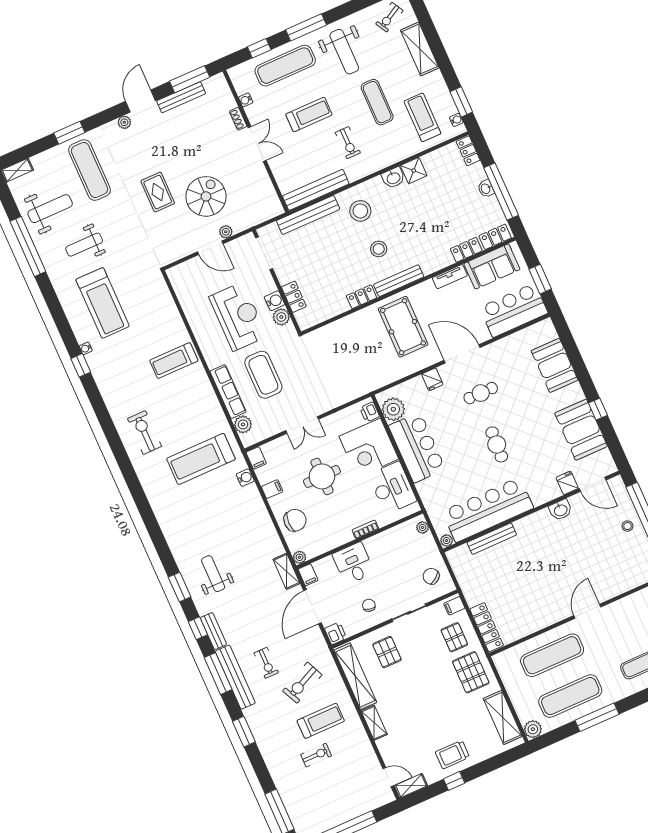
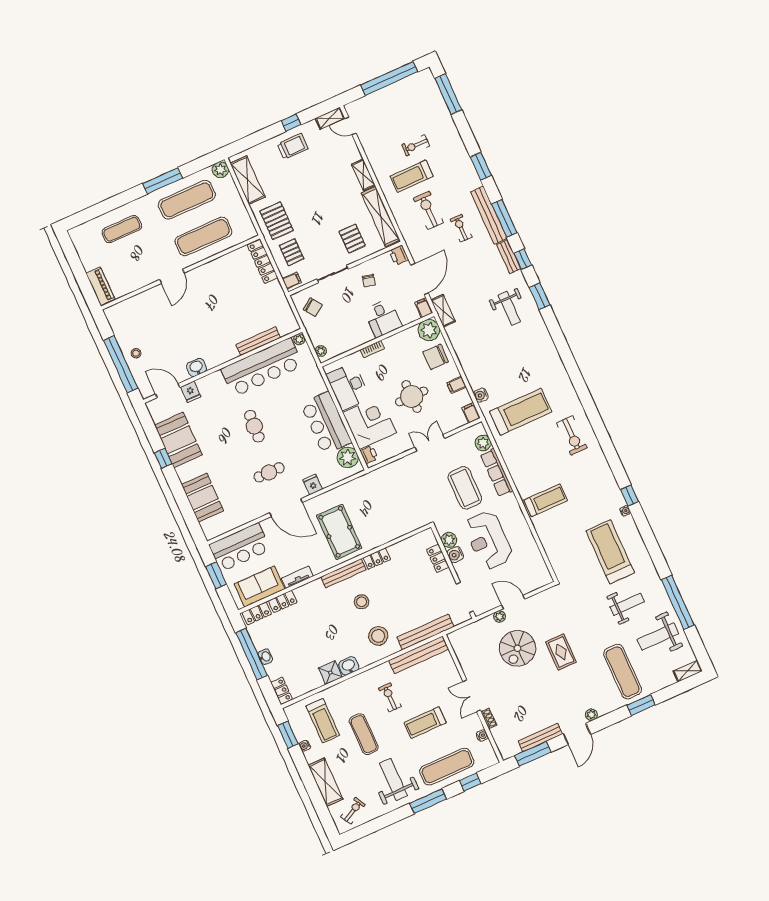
water cooler: (456, 120) -> (305, 746), moved
plant: (300, 557) -> (429, 330), width x1.88, depth x1.88
exercise bike: (302, 683) -> (428, 210), turned -65

